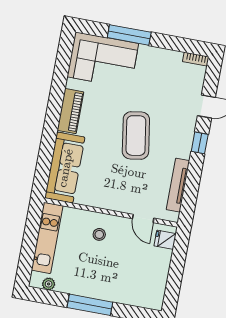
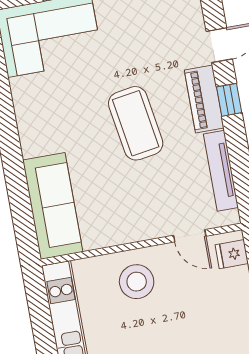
piano: (70, 111) -> (204, 99), moved, turned 180
stool: (99, 234) -> (137, 282), width x1.89, depth x1.89

